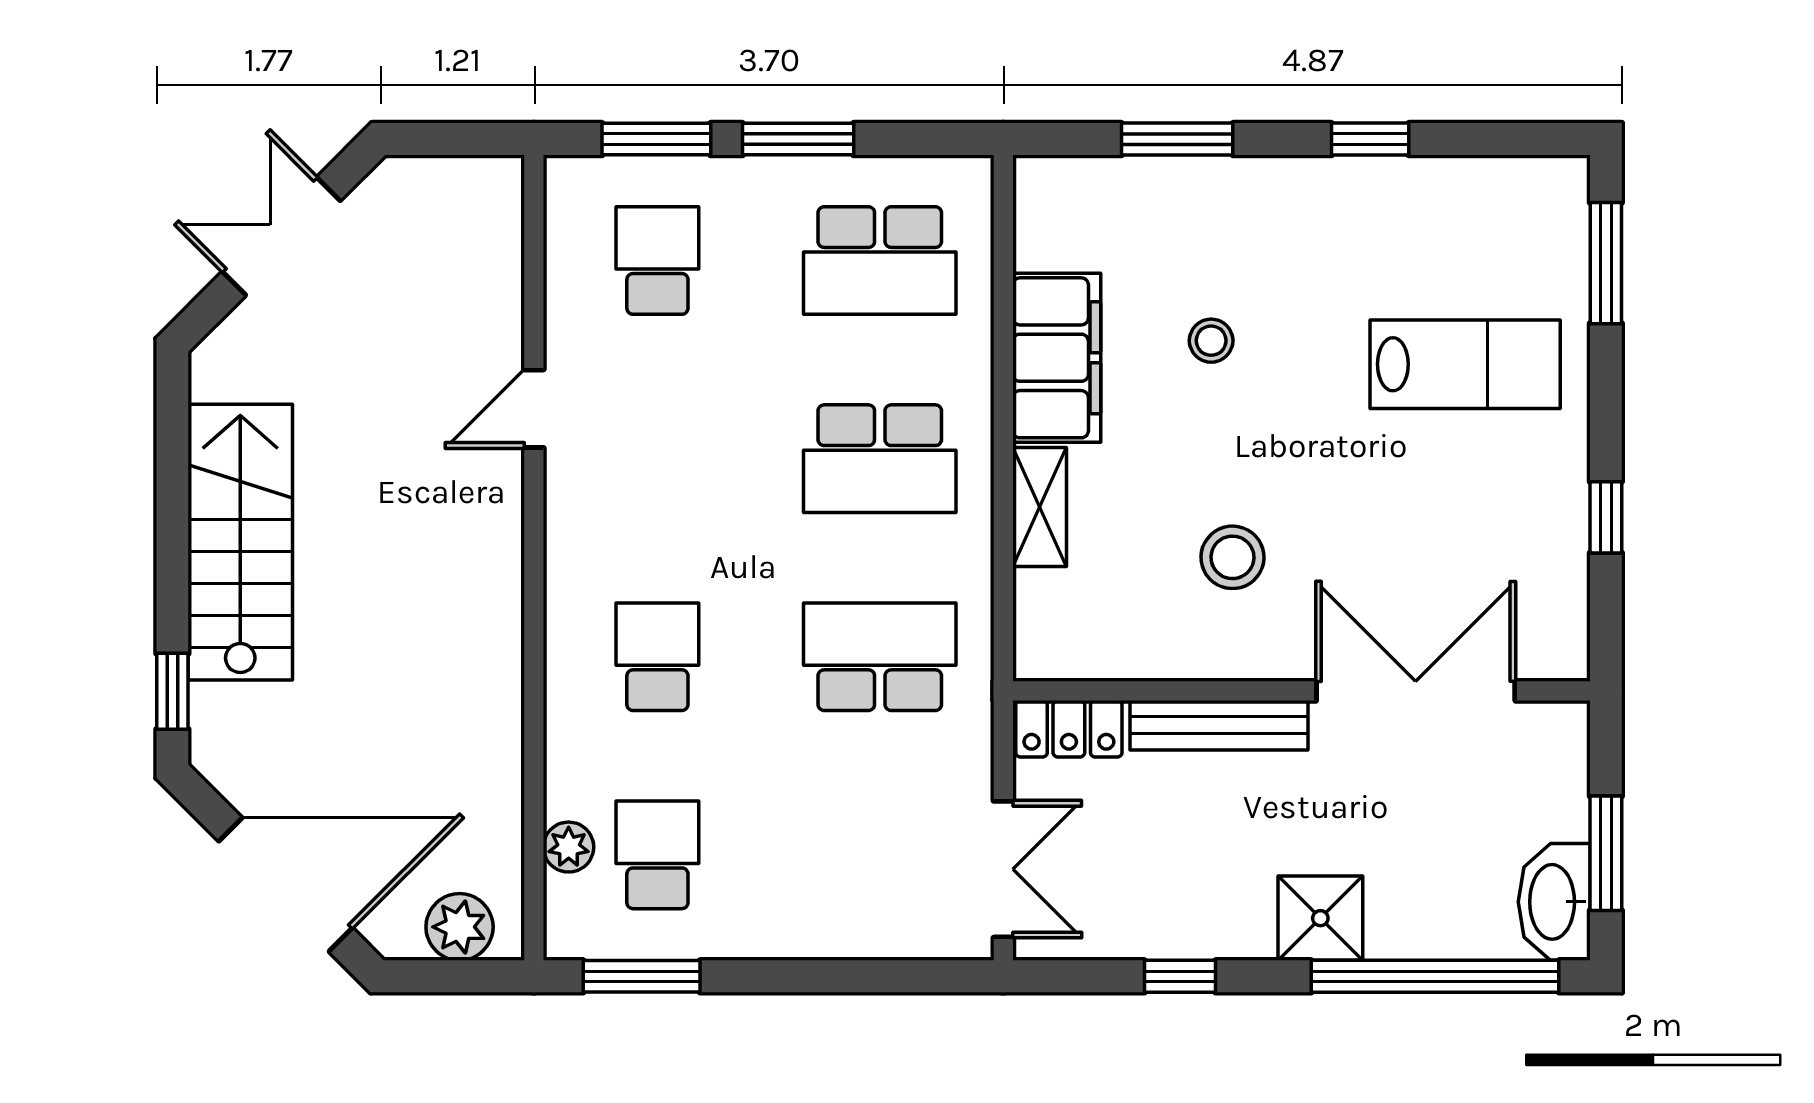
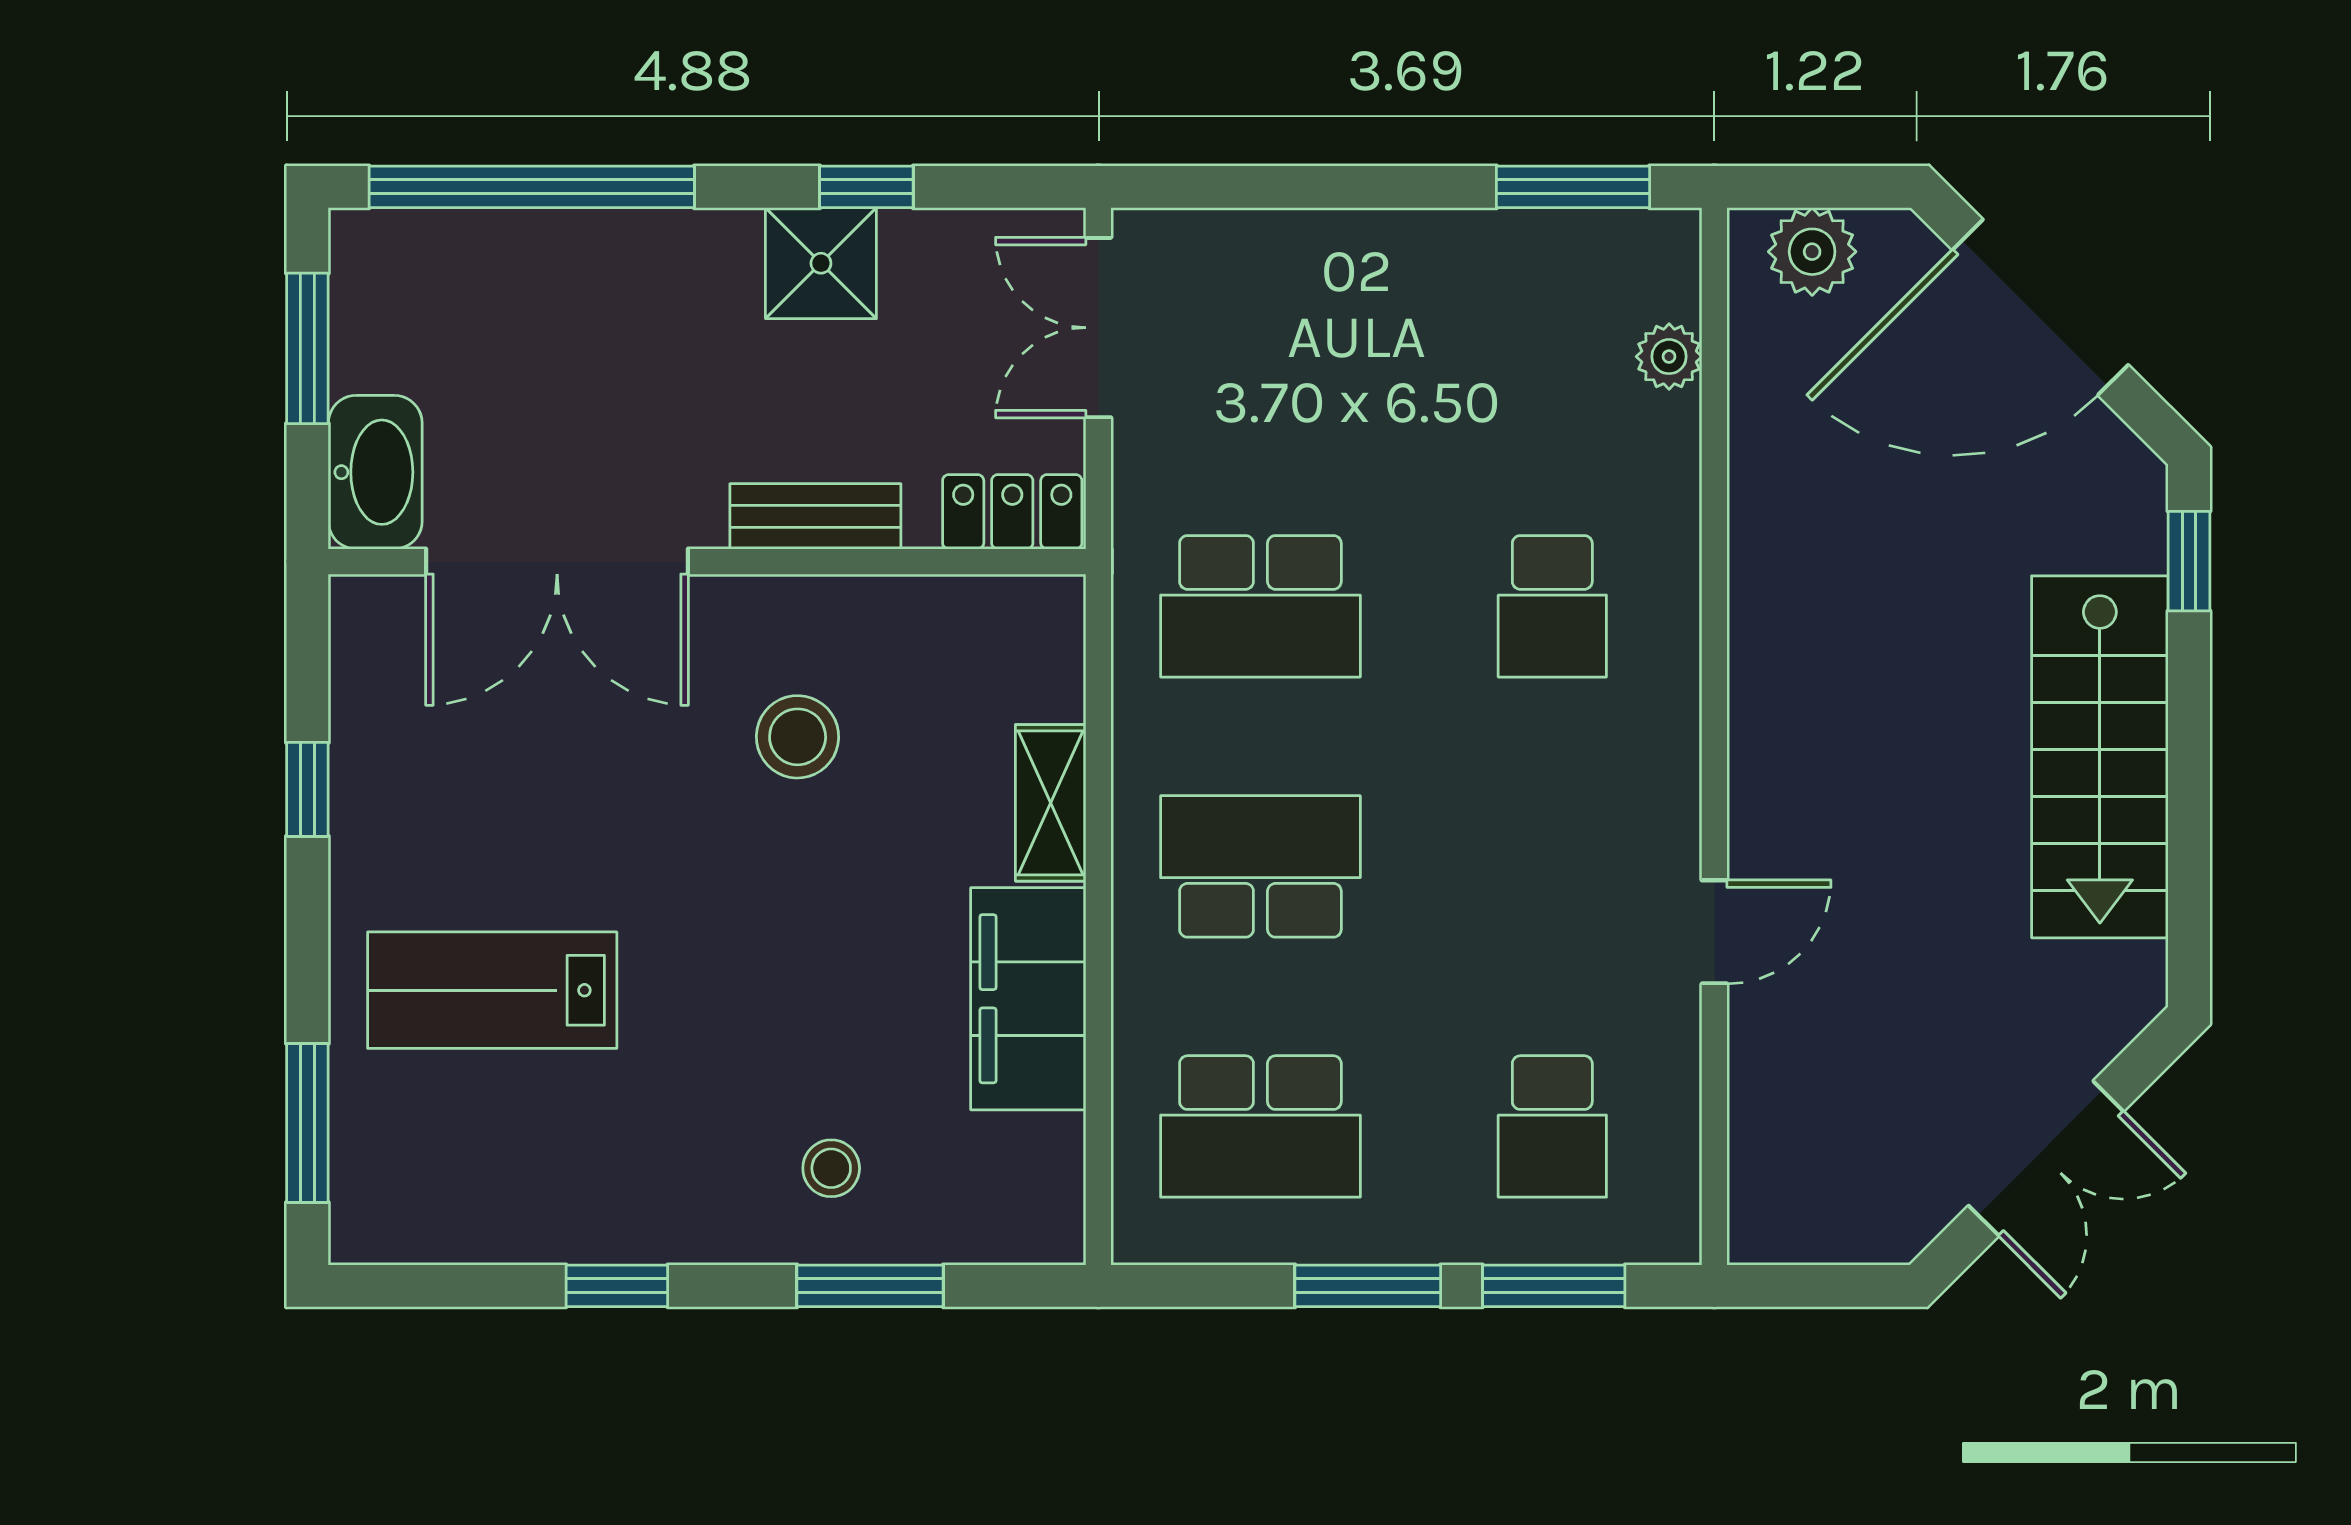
school desk: (880, 261) -> (1260, 1126), turned 180
stool: (1211, 341) -> (831, 1168), moved
bench: (1219, 725) -> (815, 516), width x0.73
school desk: (657, 855) -> (1552, 346), removed
washbasin: (1554, 902) -> (375, 472), moved
shower: (1320, 918) -> (821, 263), moved

